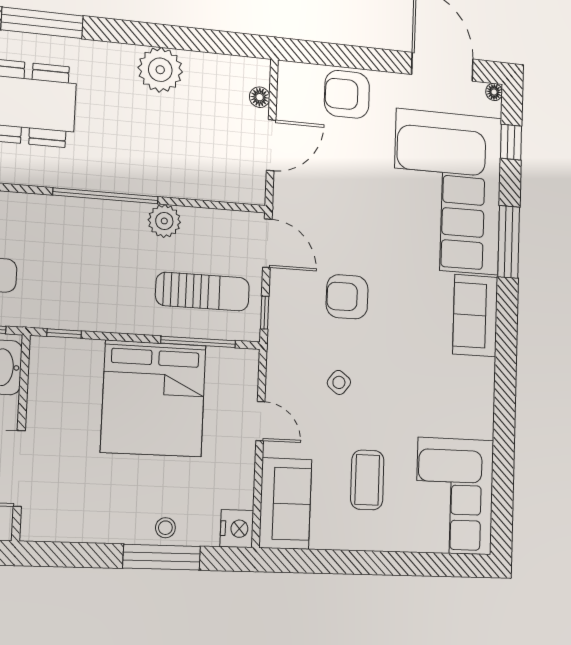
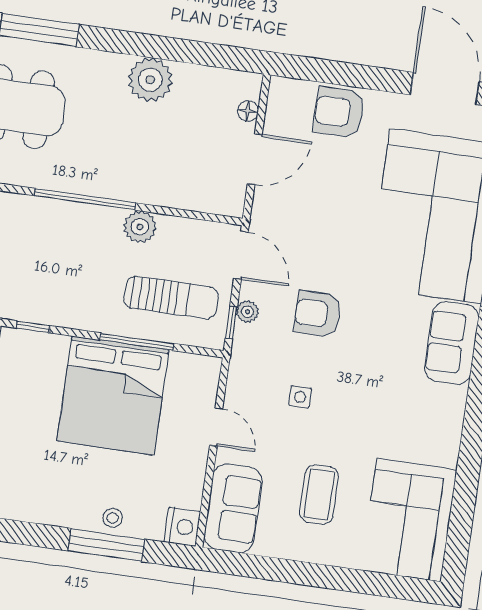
plant: (279, 300) -> (247, 312), added
window: (198, 342) -> (137, 342), moved
side table: (339, 382) -> (300, 397), turned -38

